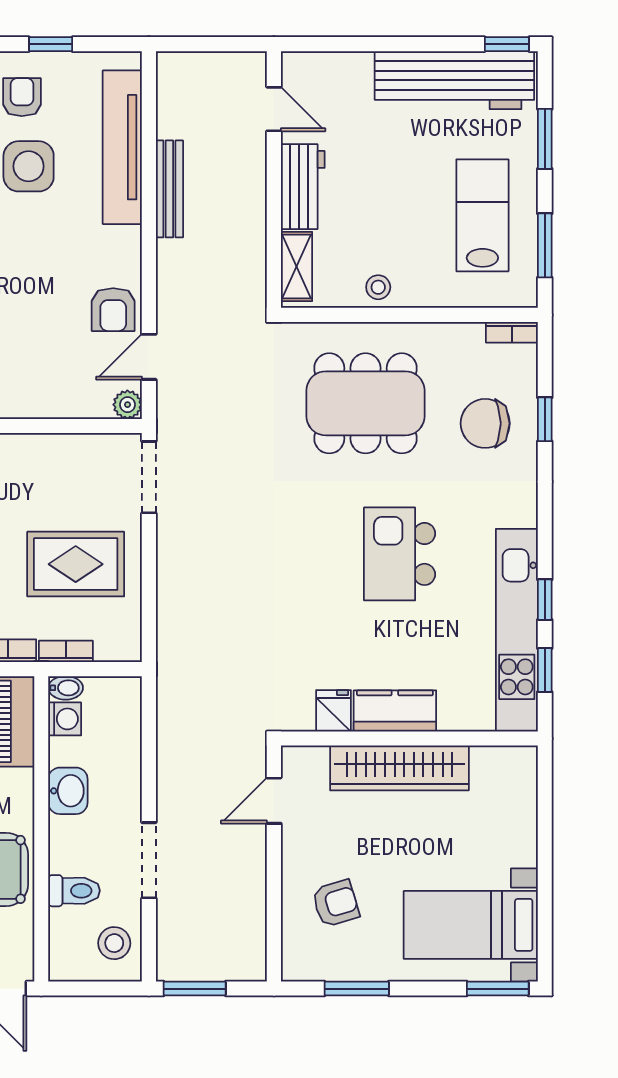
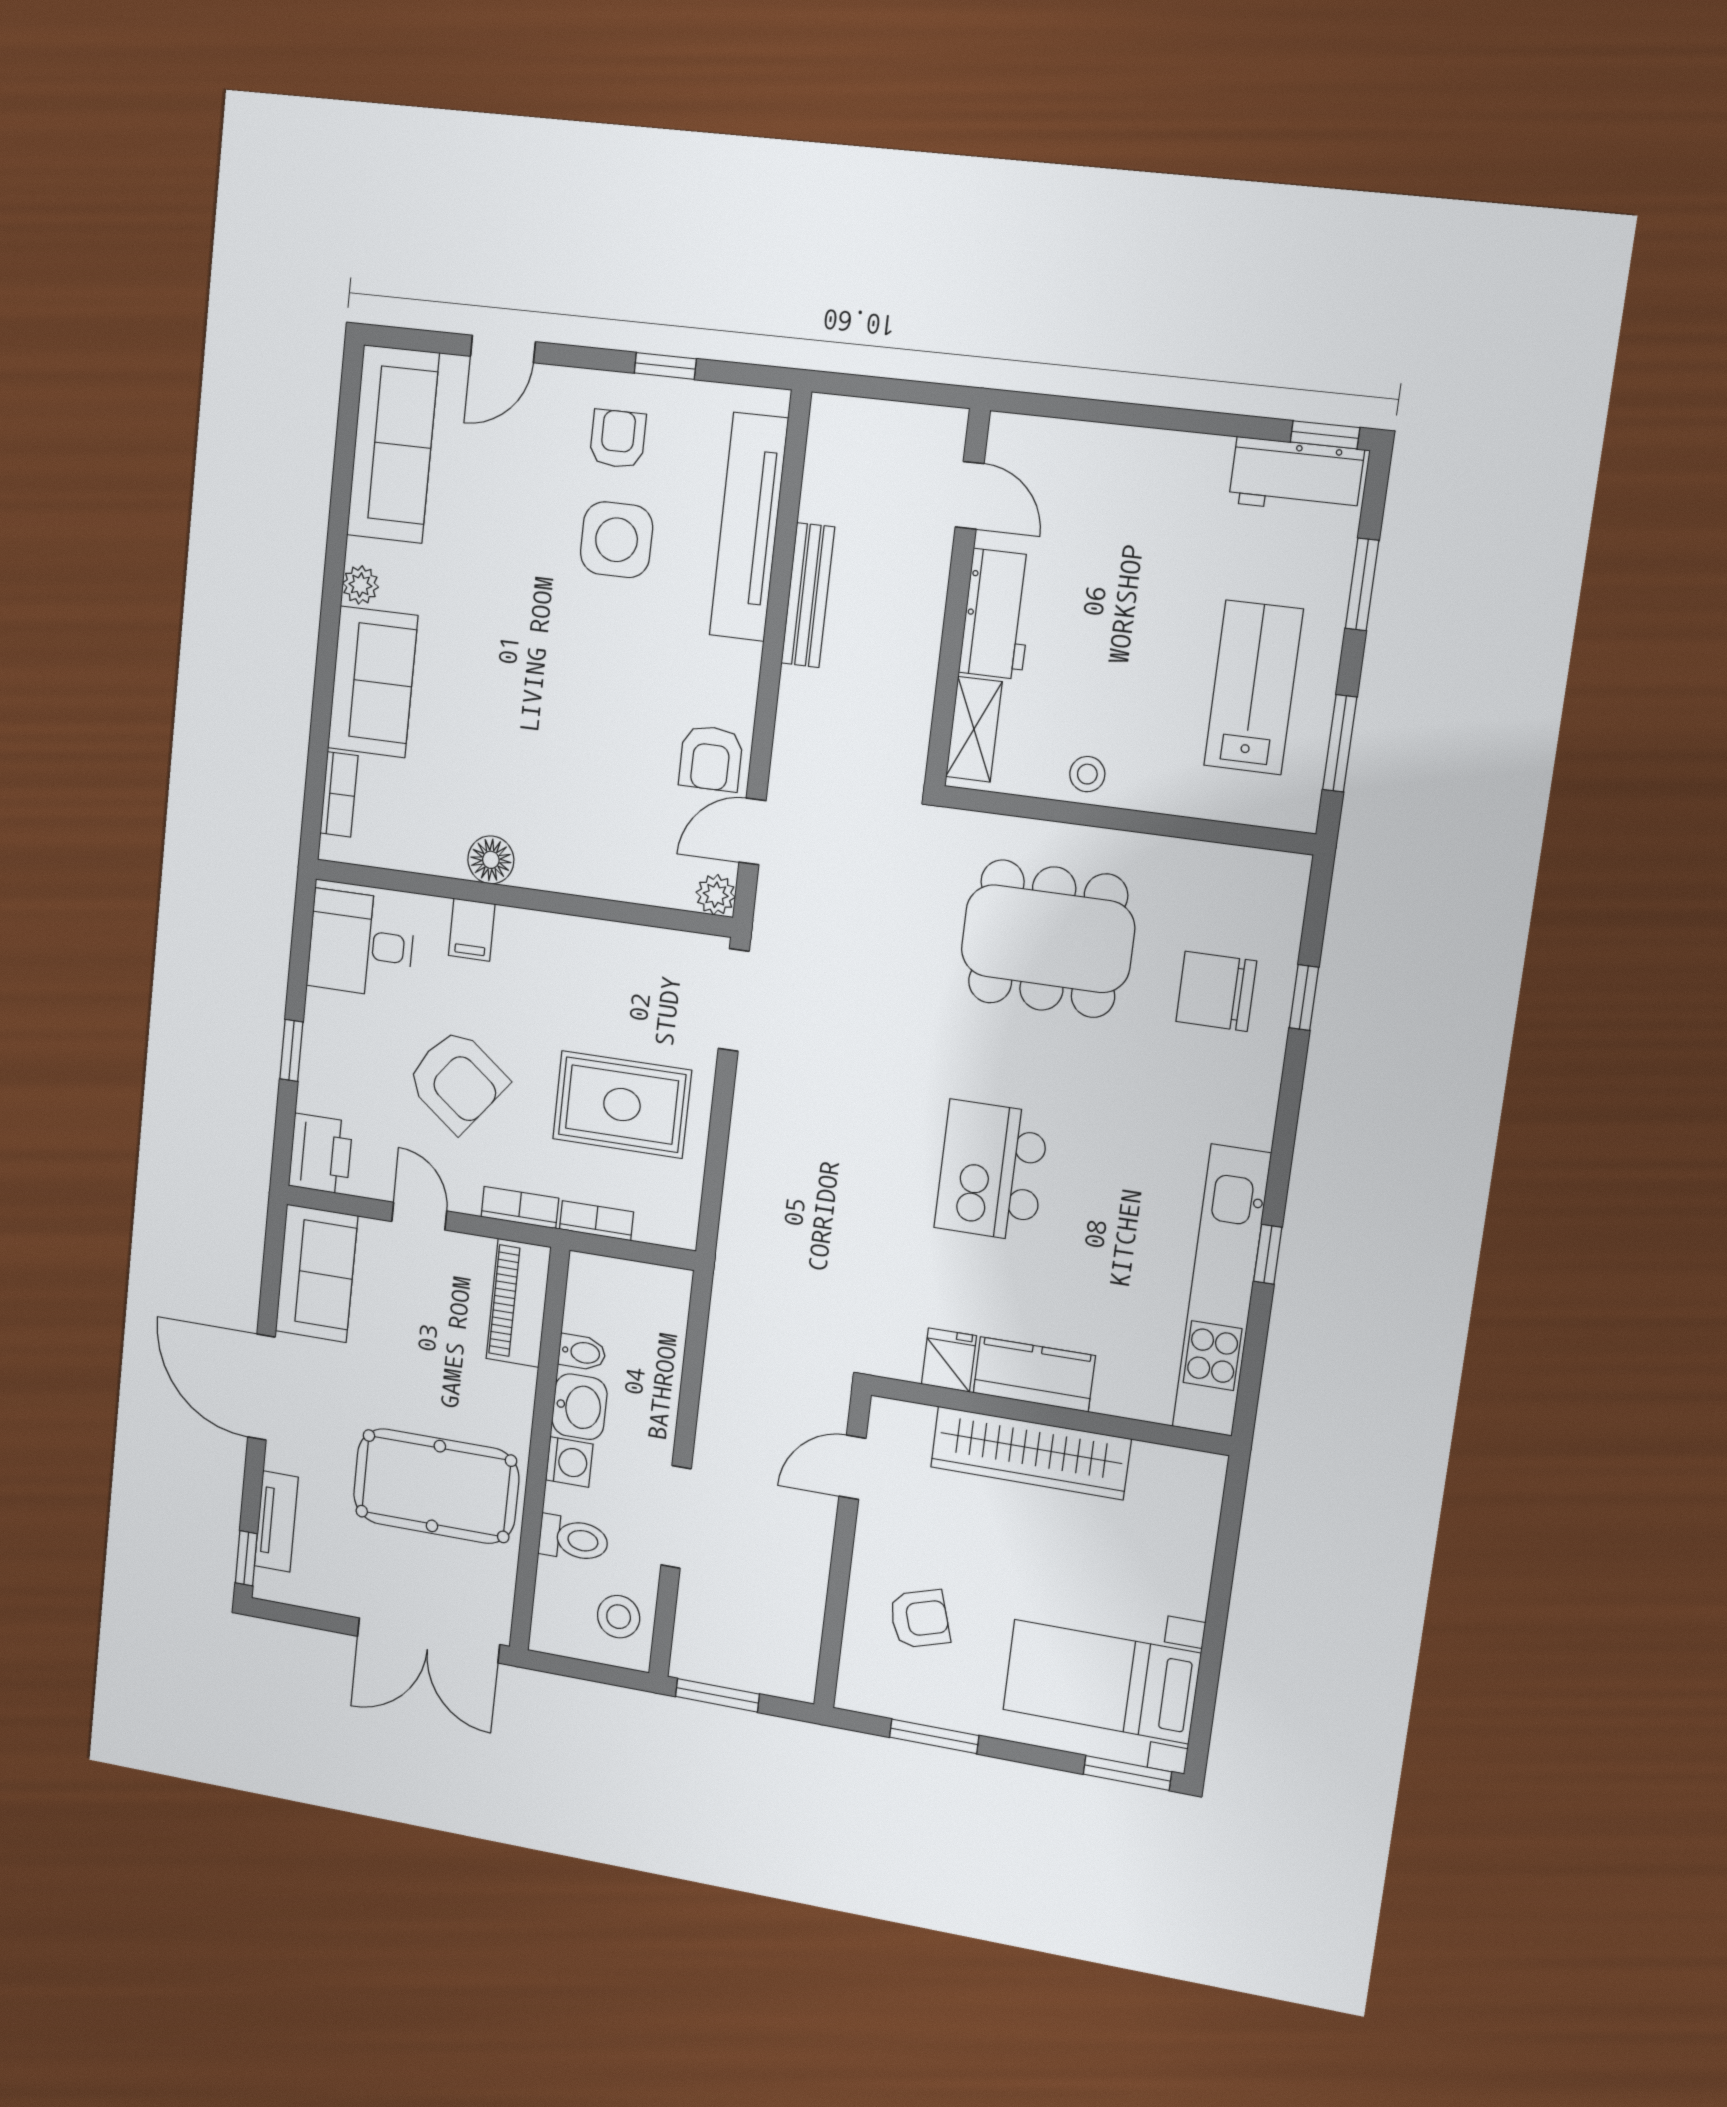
workbench: (454, 80) -> (1296, 476), width x0.53, depth x0.76
bookcase: (512, 332) -> (1273, 865), removed
kitchen island: (400, 554) -> (991, 1171), moved
window: (545, 670) -> (1254, 1353), removed
bidet: (66, 688) -> (582, 1352), moved
washing machine: (65, 719) -> (569, 1462), moved

